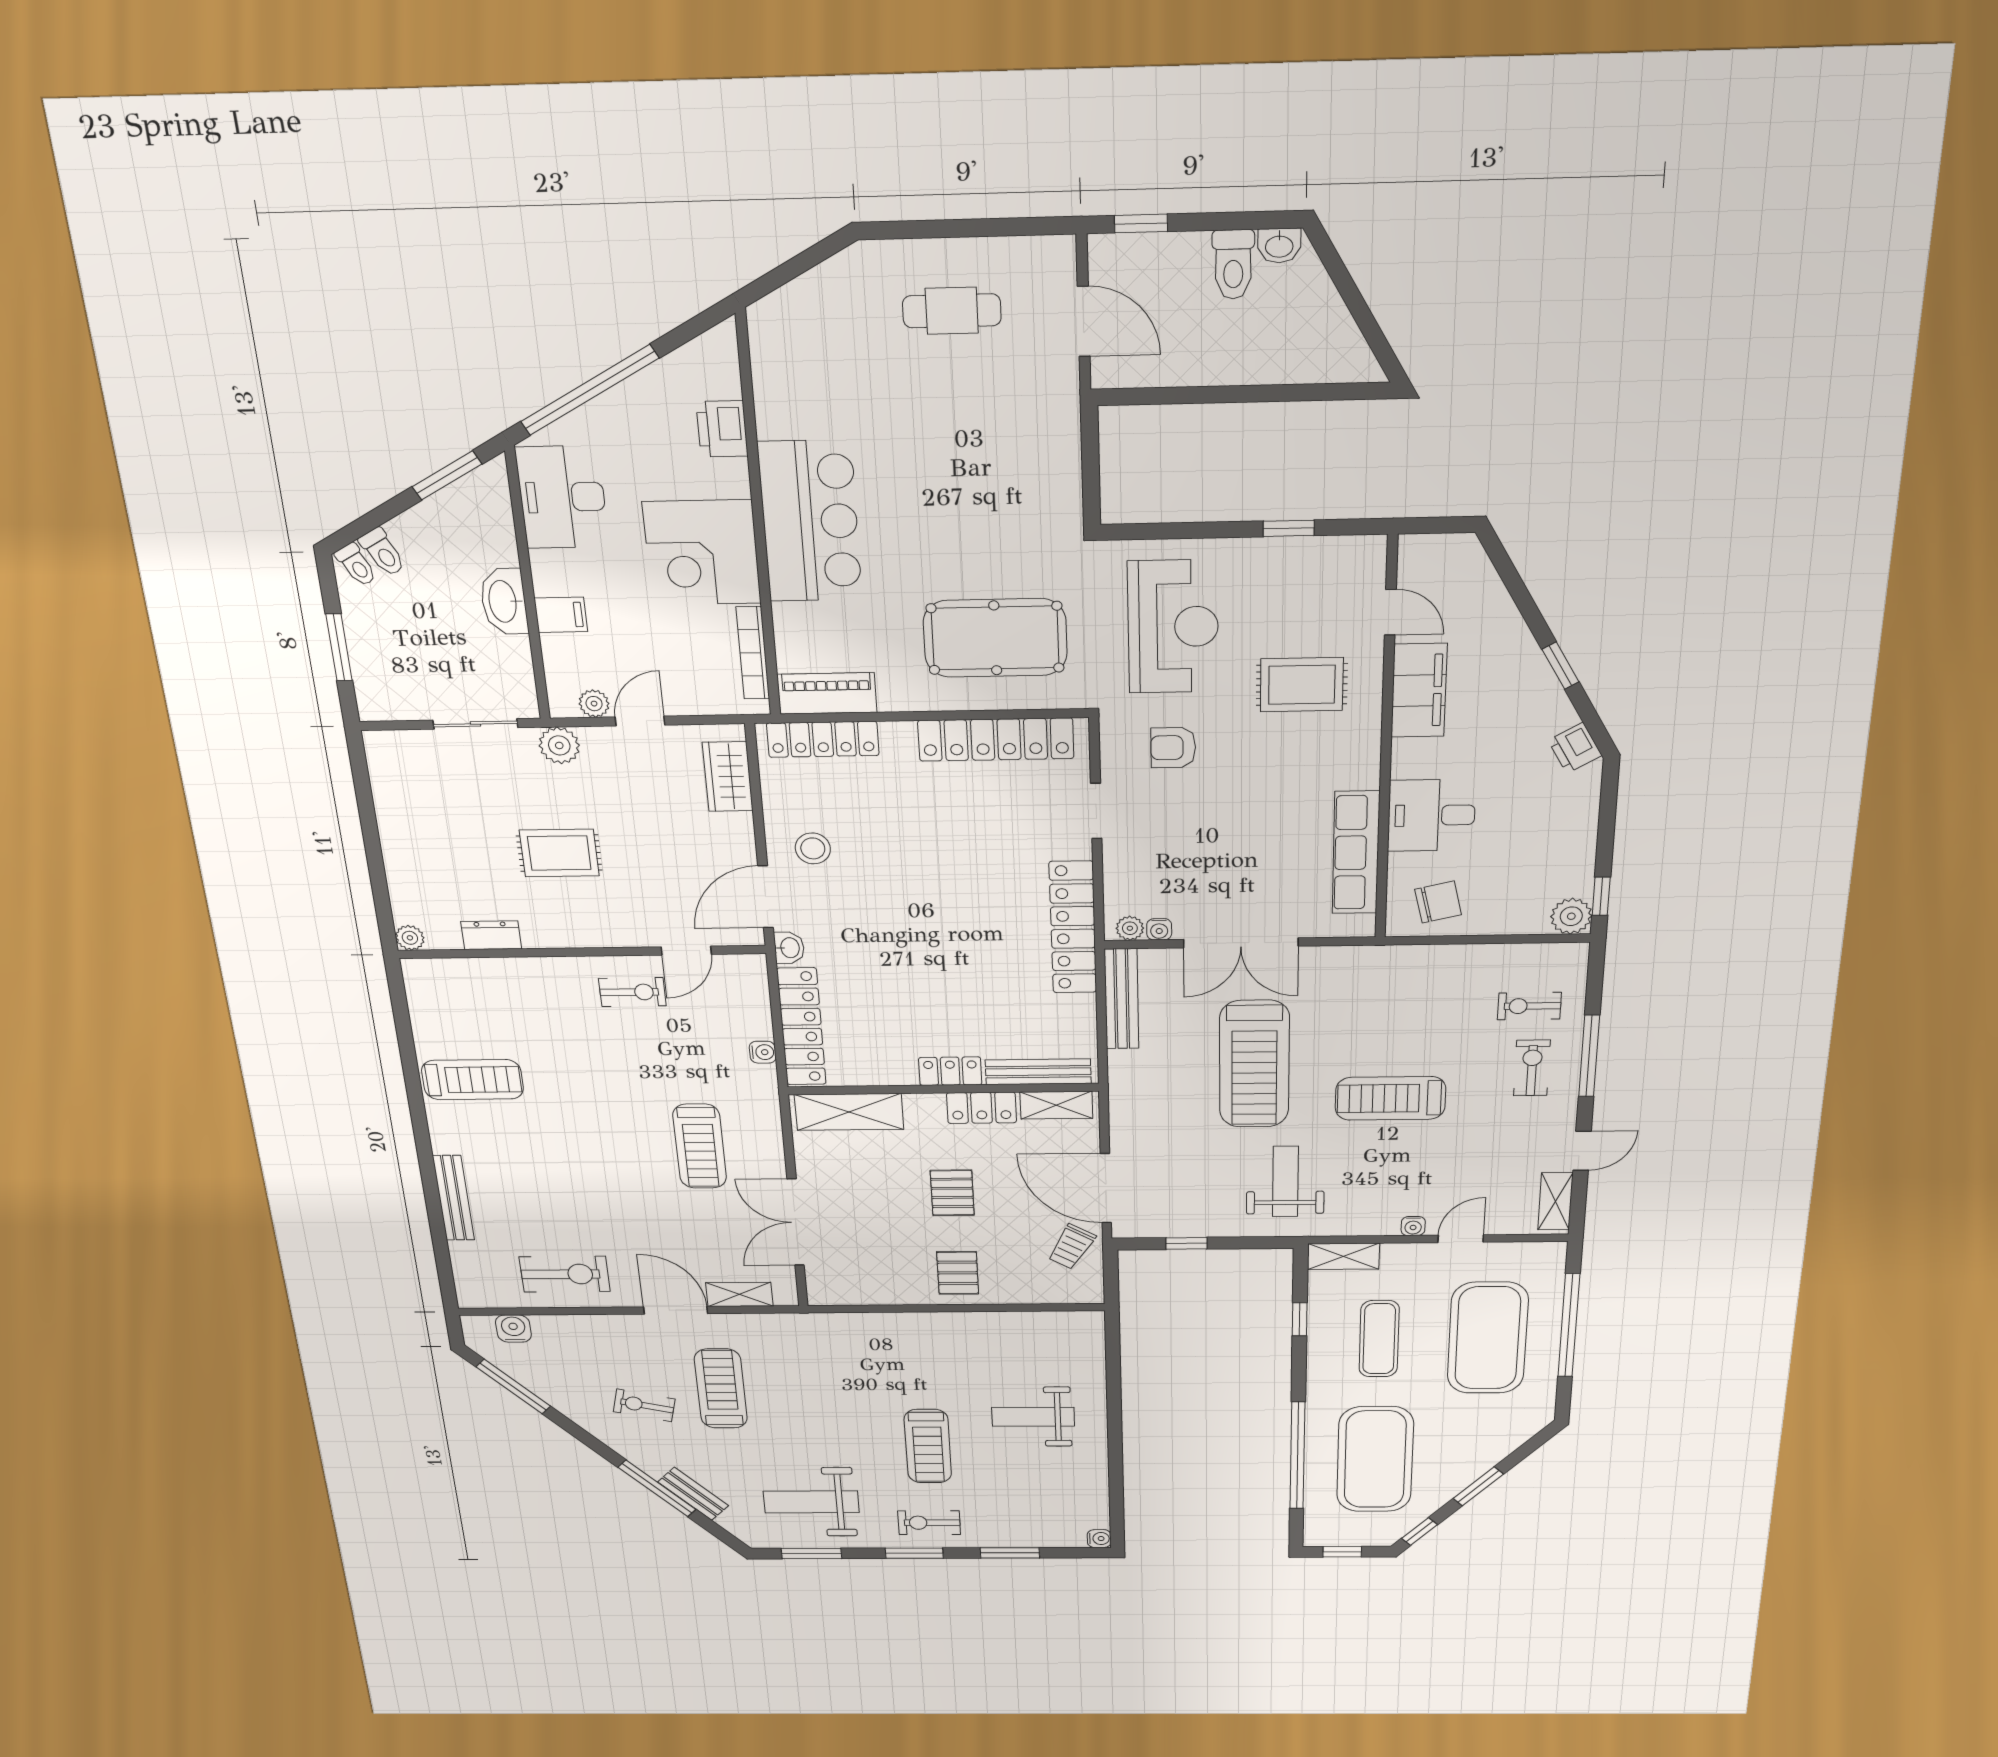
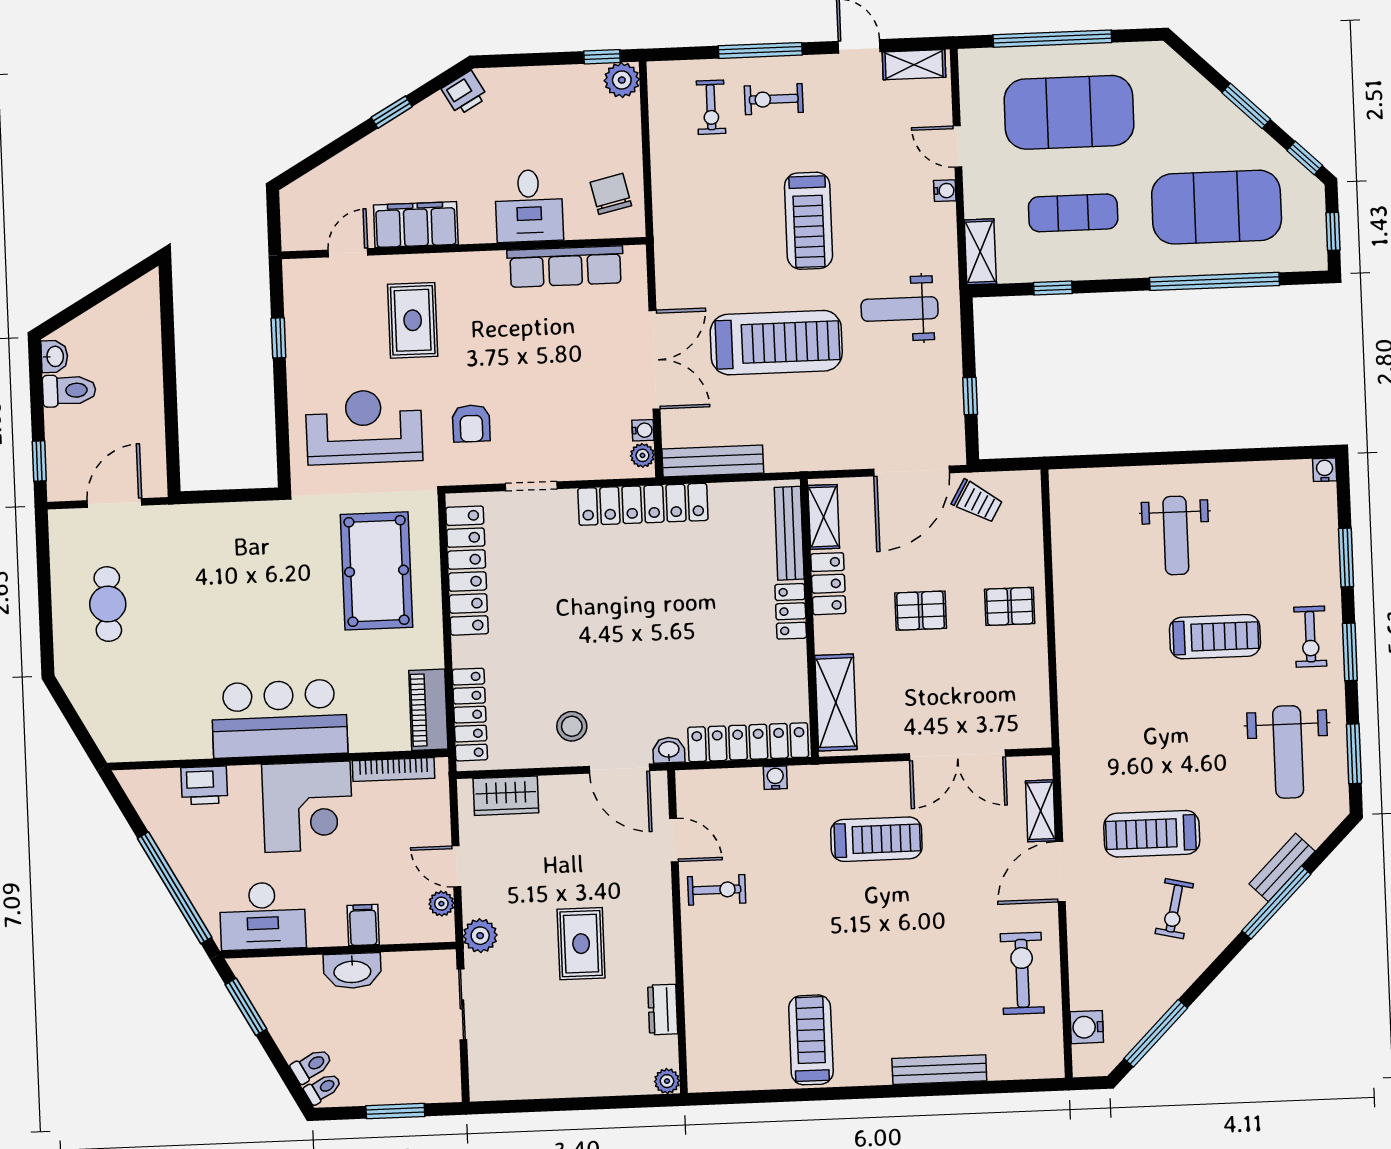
exercise bike: (632, 992) -> (717, 890), turned 90

